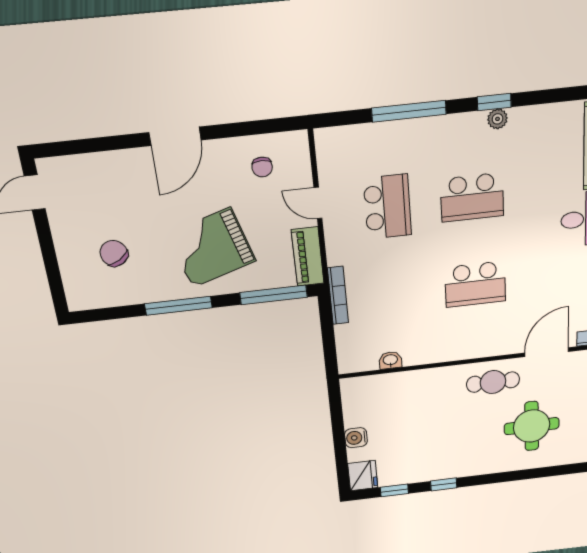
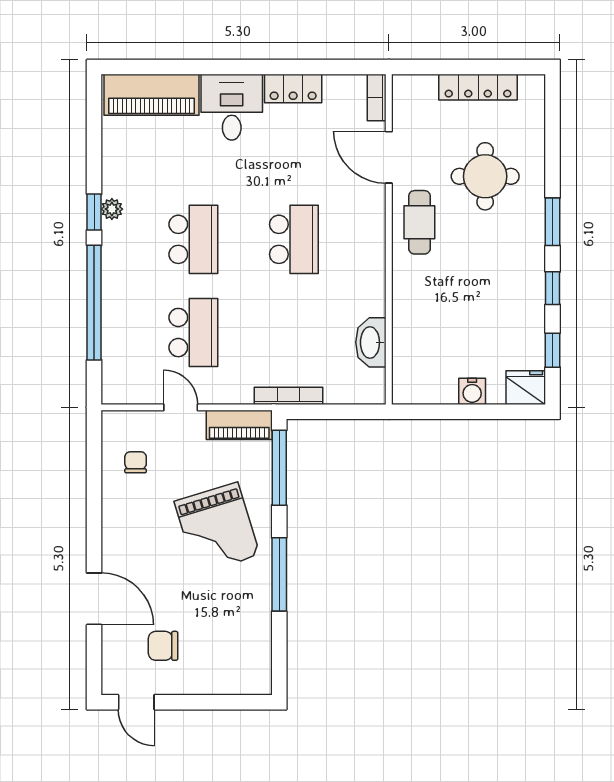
window: (409, 111) -> (94, 303), width x1.46
door: (175, 136) -> (94, 599), moved
chair: (262, 167) -> (136, 462), turned -90
door: (318, 203) -> (181, 407), swing flipped
school desk: (387, 207) -> (193, 333), turned 90
chair: (114, 253) -> (163, 646), moved, turned 32
washbasin: (390, 360) -> (371, 342), width x1.91, depth x1.45
window: (496, 478) -> (553, 222), added

